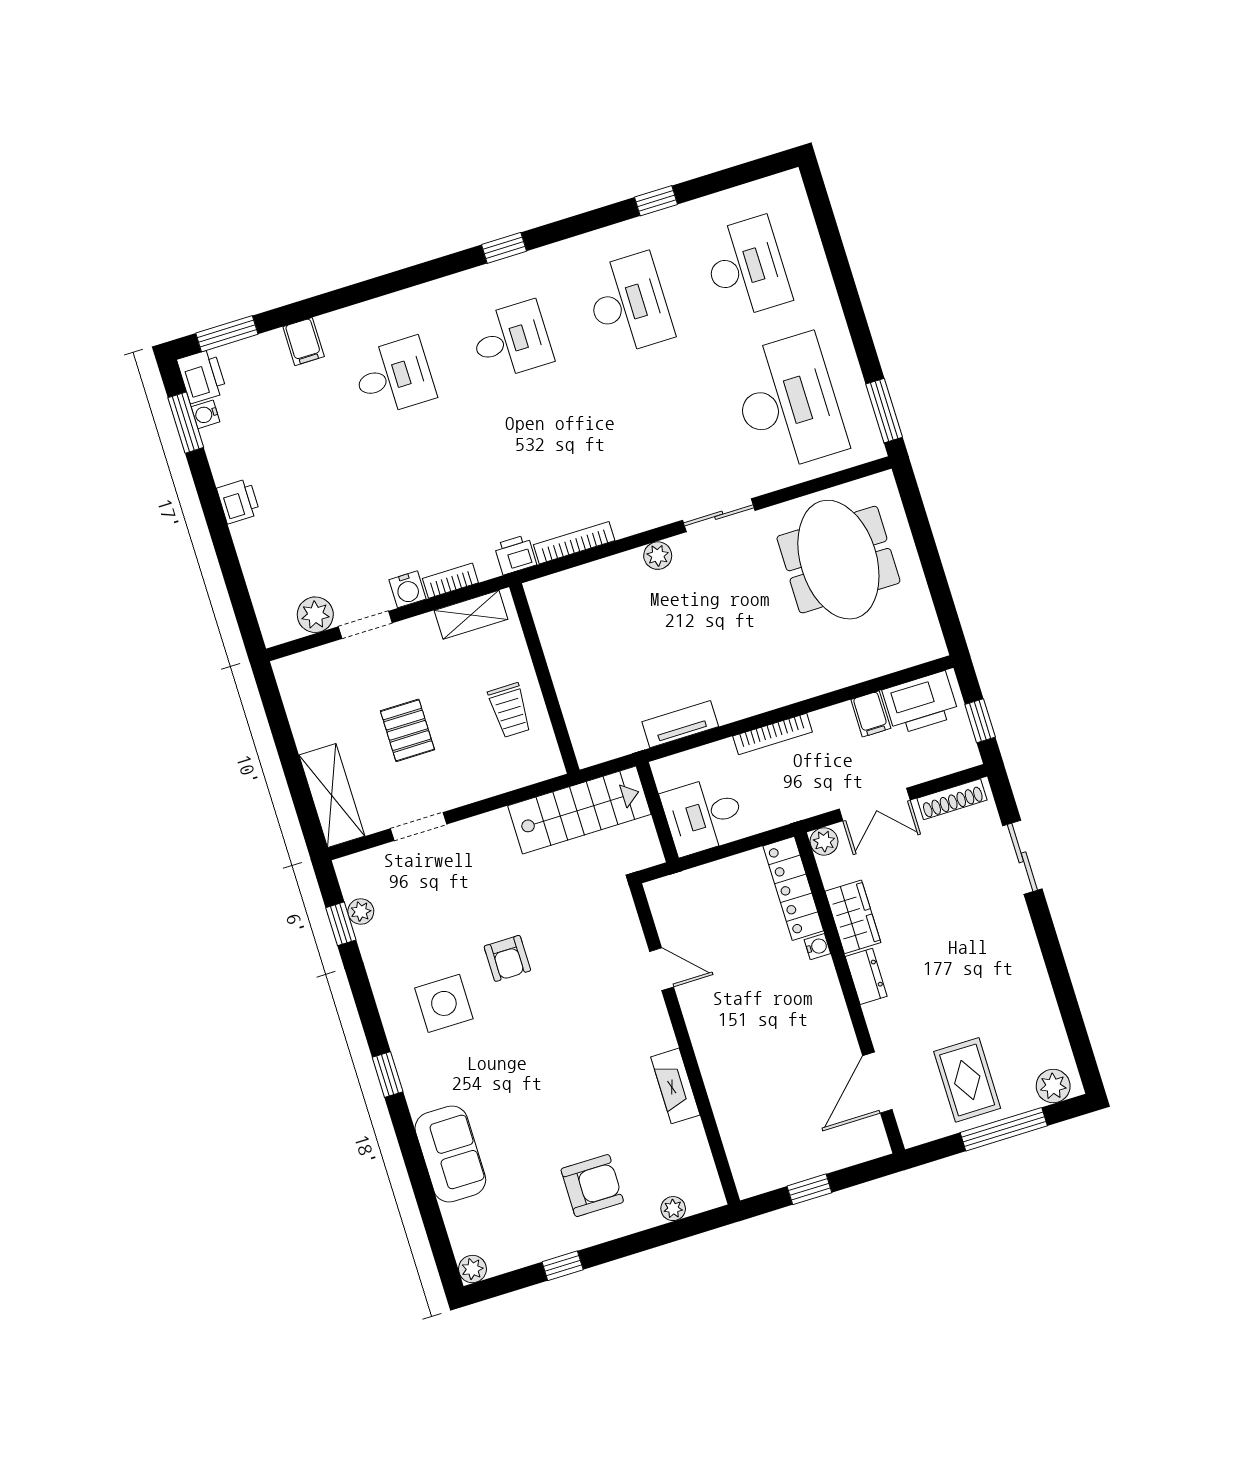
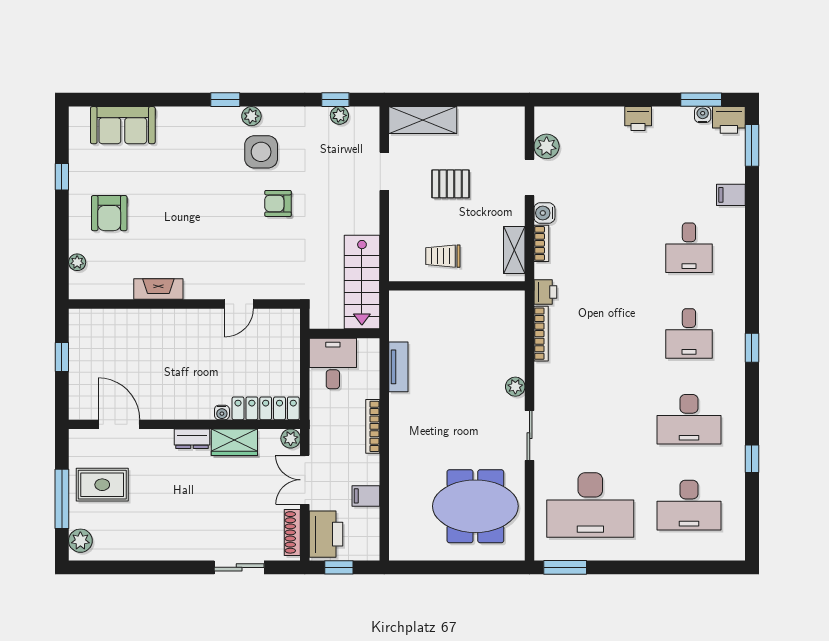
printer: (920, 703) -> (326, 534), moved, turned 180
sofa: (450, 1154) -> (123, 125), moved
plant: (472, 1269) -> (251, 116), moved

